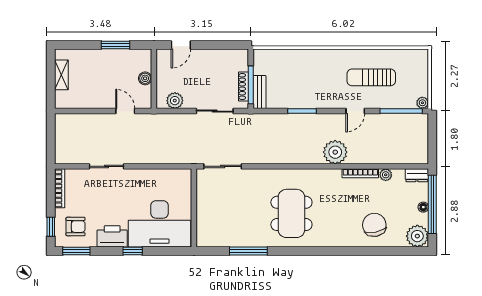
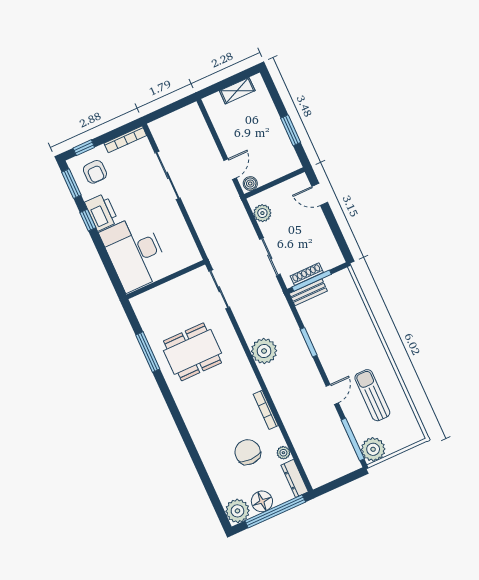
boiler: (145, 78) -> (250, 184), moved
plant: (422, 103) -> (373, 449), width x1.87, depth x1.87
door: (355, 111) -> (332, 394), swing flipped
plant: (335, 152) -> (264, 351), moved
sliding door: (106, 166) -> (168, 175), width x1.37
bookcase: (360, 173) -> (266, 410), moved
dresser: (417, 175) -> (295, 478), width x1.44
floor lamp: (423, 207) -> (262, 501), width x1.89, depth x1.89
dining table: (291, 213) -> (193, 352), moved
chair: (374, 225) -> (248, 452), moved, turned -79
window: (133, 251) -> (88, 220), moved

